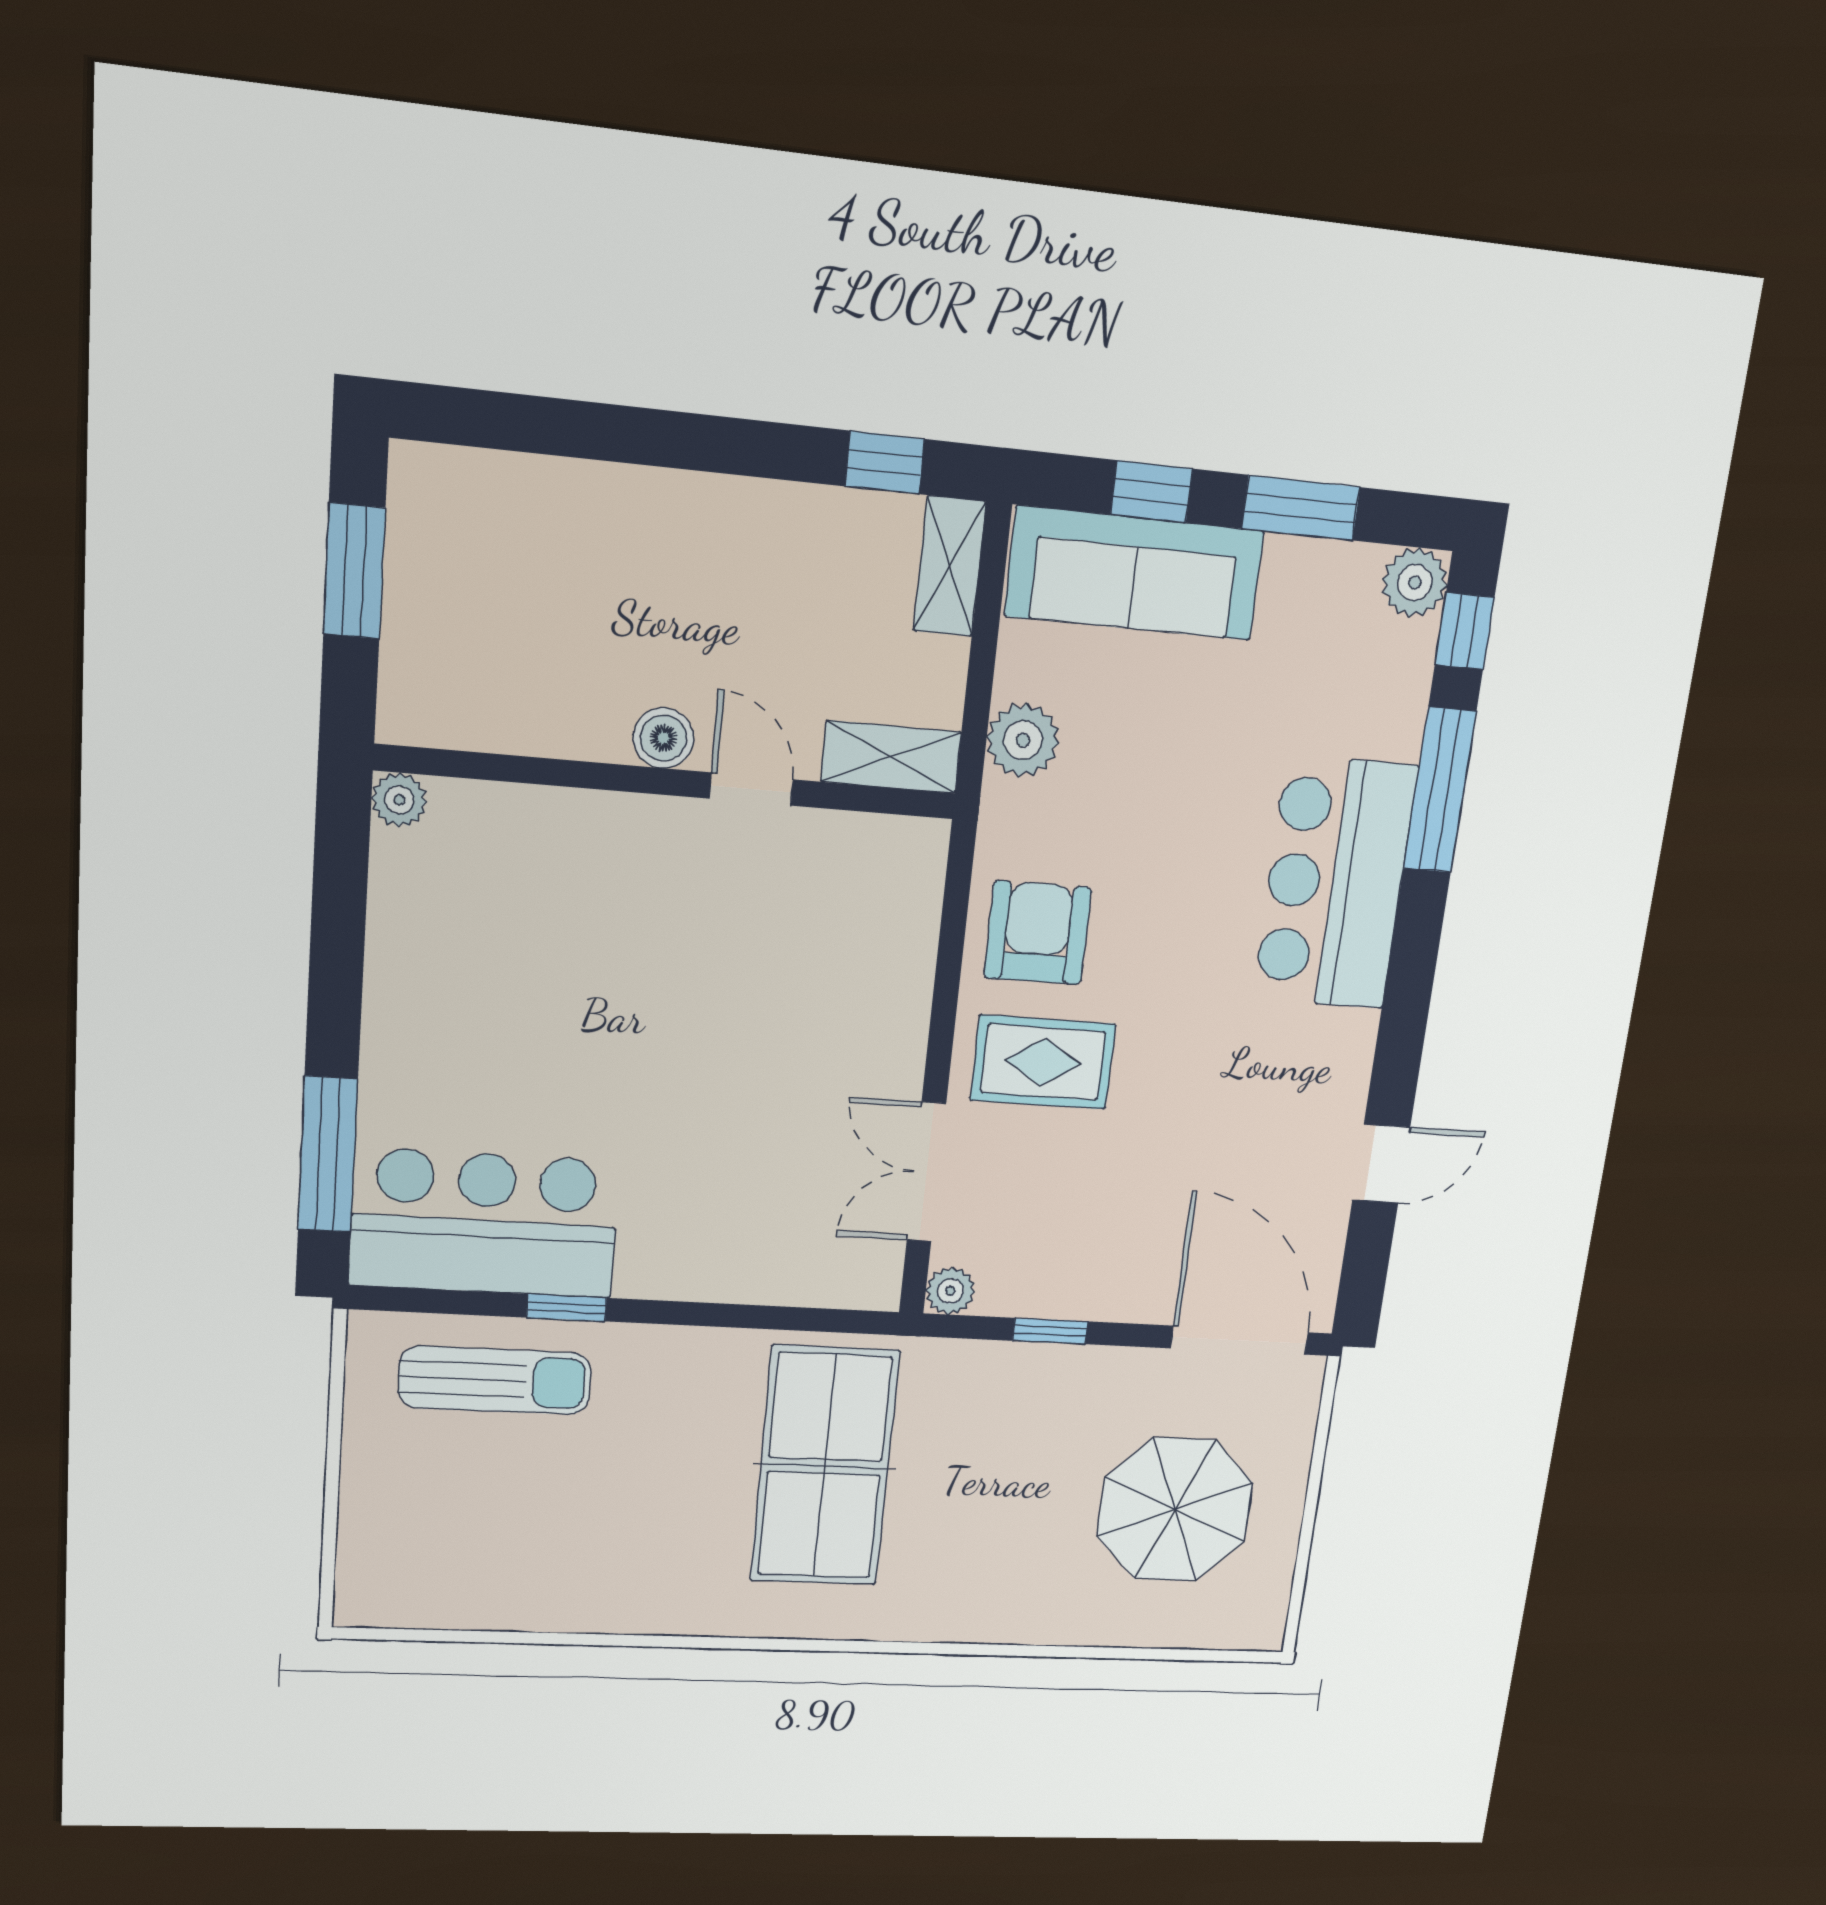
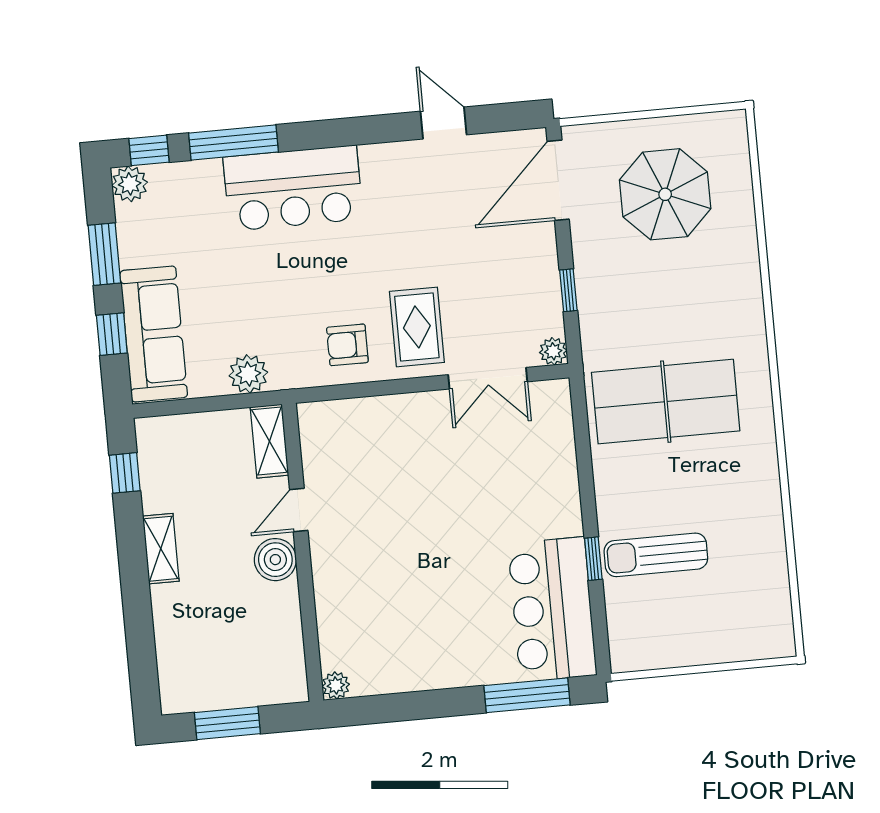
shelving: (950, 566) -> (161, 549), moved, turned 90
boiler: (663, 738) -> (275, 560), width x1.36, depth x1.36
armchair: (1038, 933) -> (347, 345), width x0.72, depth x0.72
sun lounger: (495, 1380) -> (656, 555), moved, turned -90

